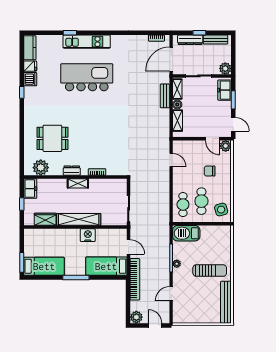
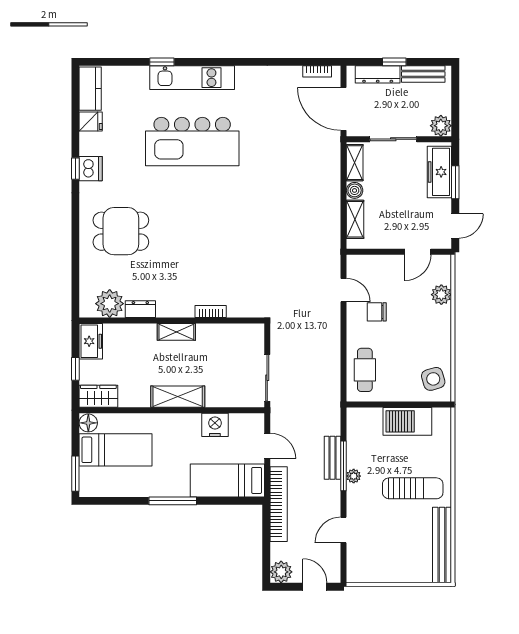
door: (171, 59) -> (344, 109), hinge flipped
kitchen island: (87, 77) -> (192, 142), turned 180
dishwasher: (30, 79) -> (91, 169), moved
freezer: (225, 90) -> (439, 172), width x1.40
bench: (165, 96) -> (332, 458), moved
door: (233, 124) -> (455, 226), hinge flipped
dining table: (52, 138) -> (121, 231), moved
door: (213, 139) -> (418, 252), hinge flipped
plant: (226, 146) -> (441, 295), moved
dresser: (72, 171) -> (140, 309), moved
chair: (210, 171) -> (377, 312), moved
cafe table: (201, 201) -> (398, 364), removed
wardrobe: (45, 219) -> (98, 396), moved
shelving: (79, 219) -> (178, 397), width x0.68
barbecue: (186, 233) -> (407, 421), moved
floor lamp: (29, 234) -> (88, 423), added
nightstand: (88, 235) -> (215, 425), moved
bed: (44, 266) -> (116, 450), moved

